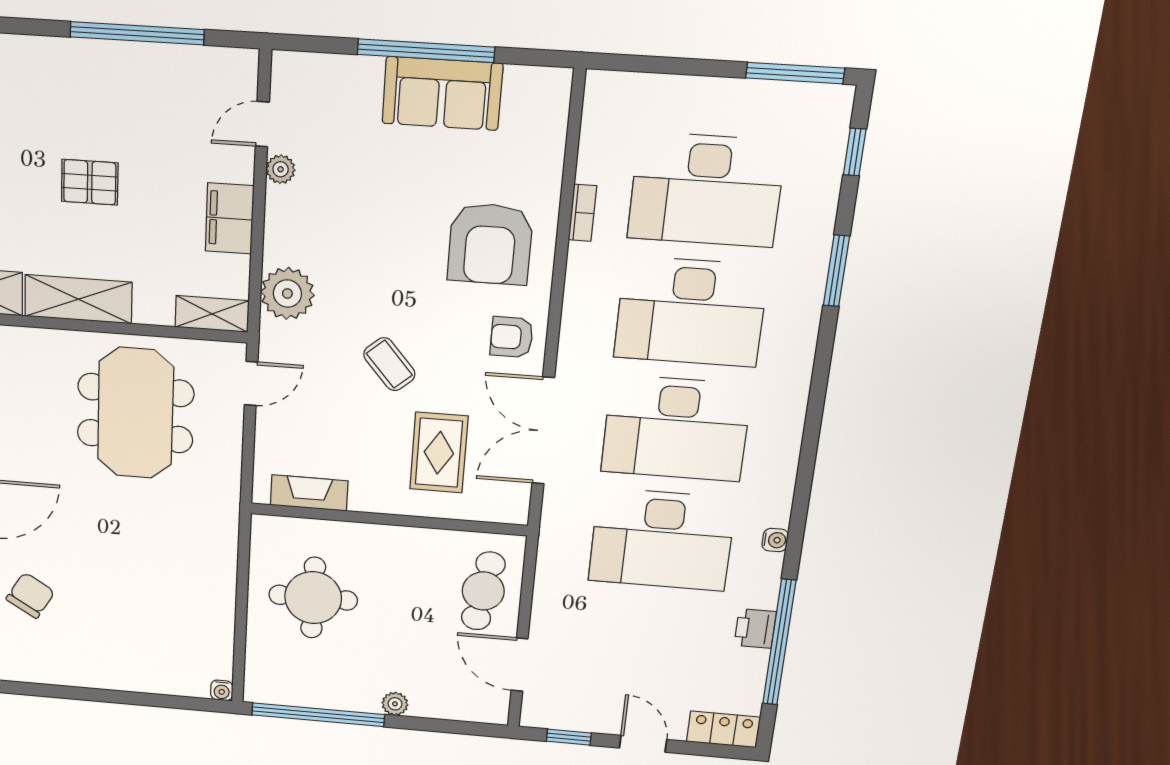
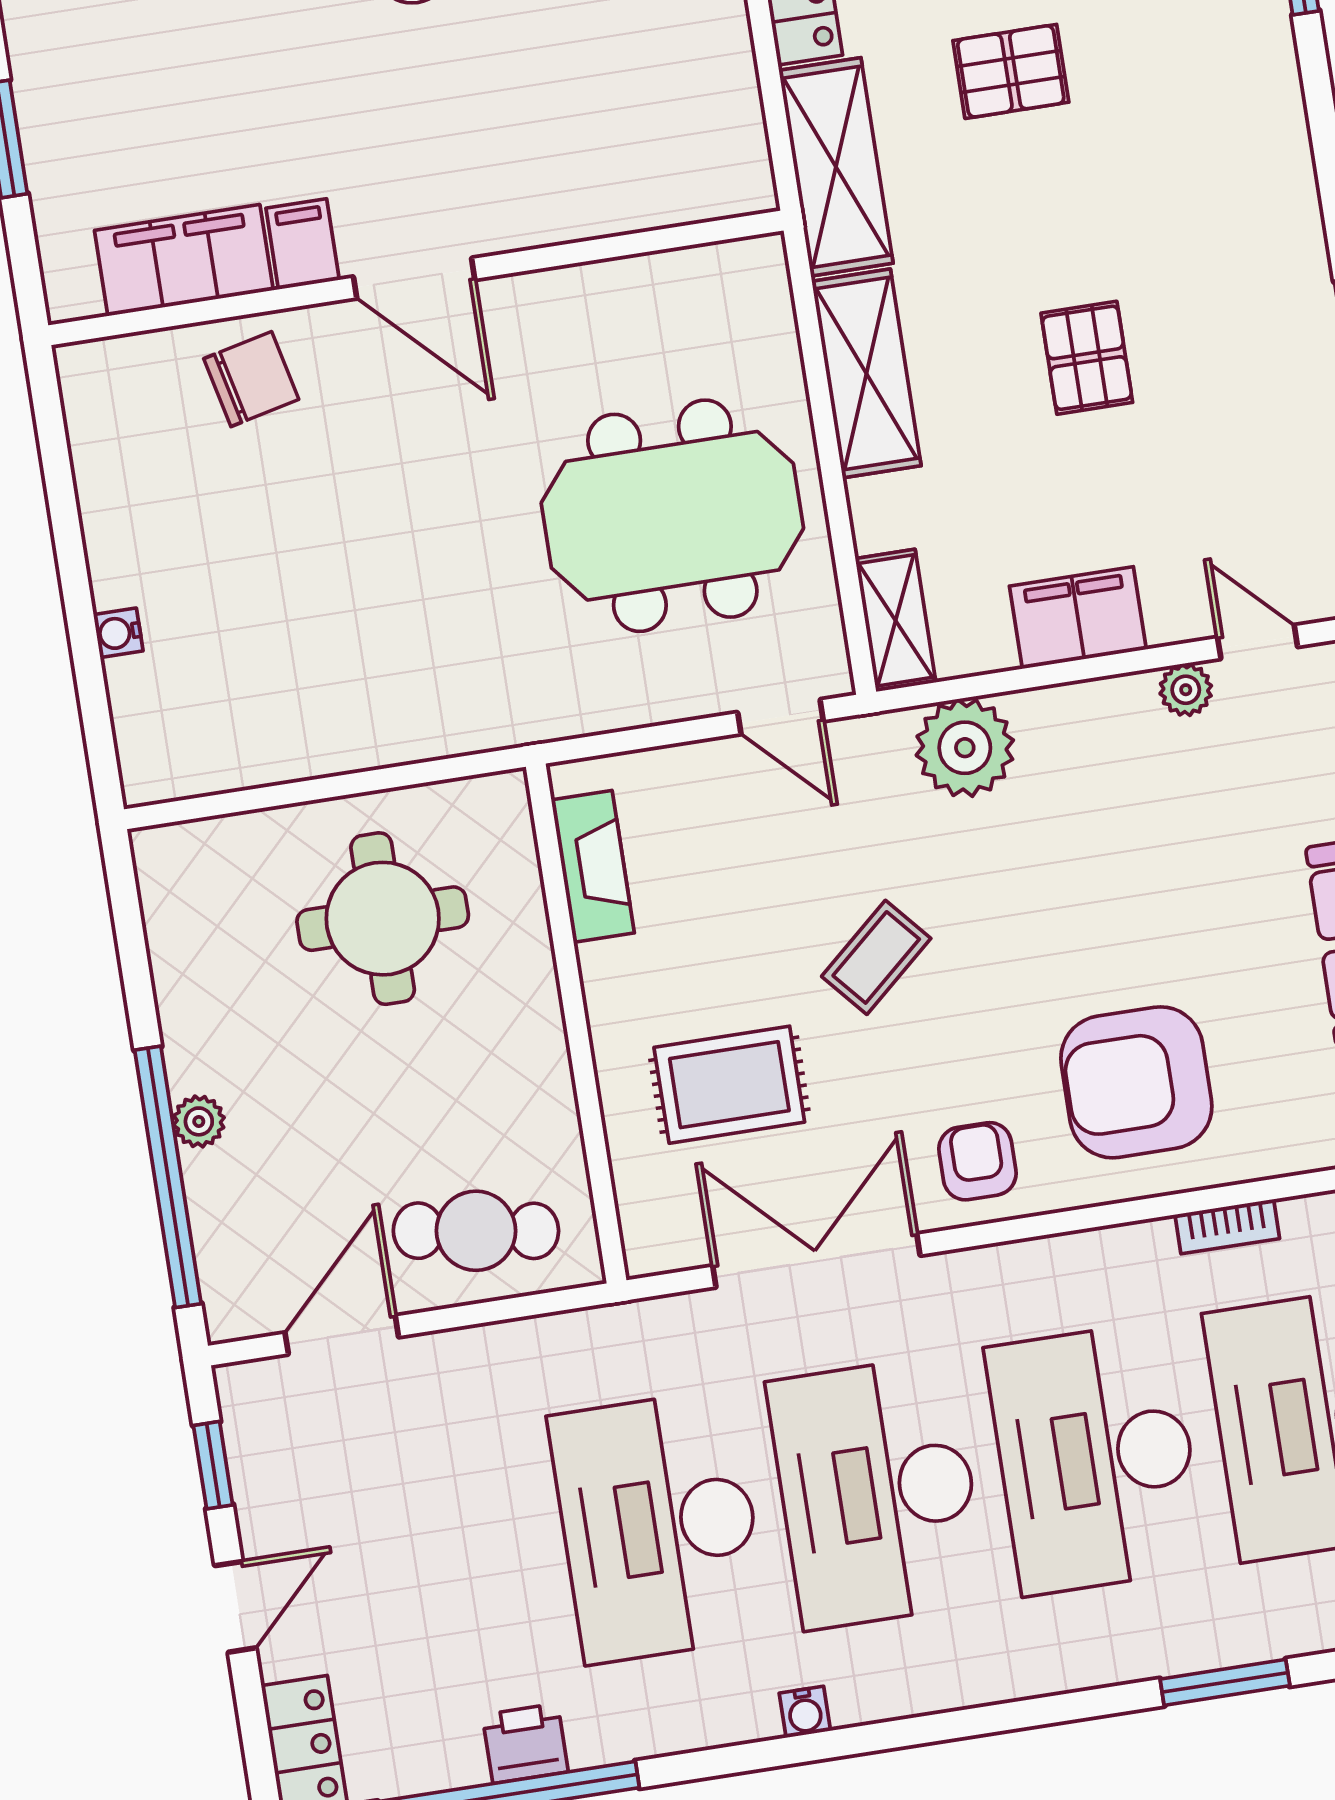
water cooler: (775, 540) -> (805, 1712), moved
chair: (30, 595) -> (251, 379), turned -44
water cooler: (222, 690) -> (118, 633), moved
window: (318, 715) -> (168, 1177), moved

